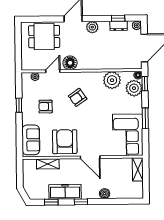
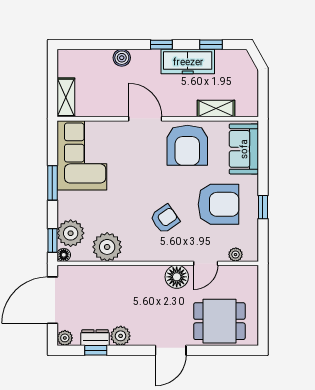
plant: (92, 27) -> (121, 336), moved
armchair: (46, 107) -> (218, 204), width x1.88, depth x1.88

